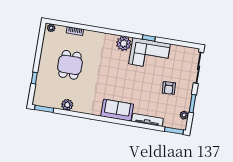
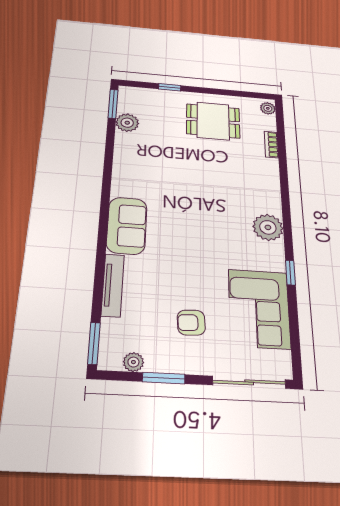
corner sofa: (149, 54) -> (259, 309), moved
dining table: (70, 65) -> (213, 121), moved
plant: (67, 105) -> (127, 123), moved

